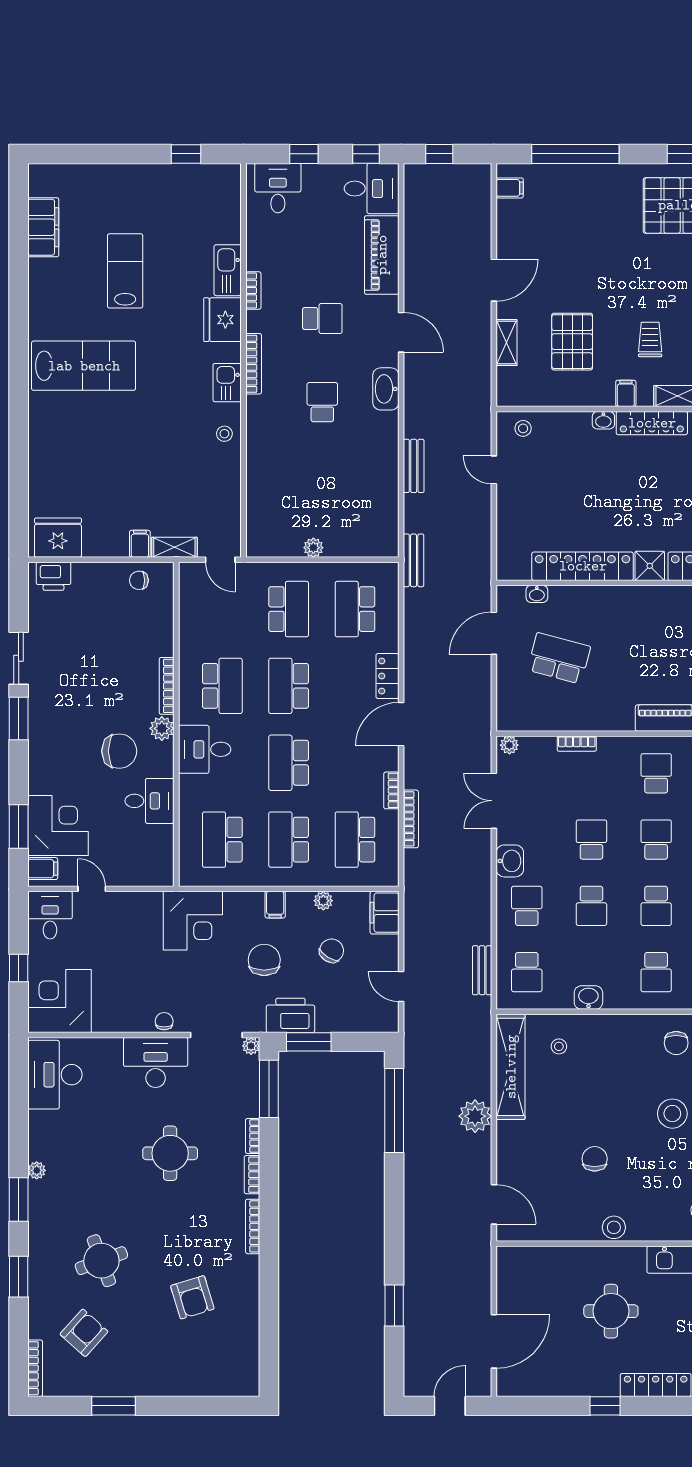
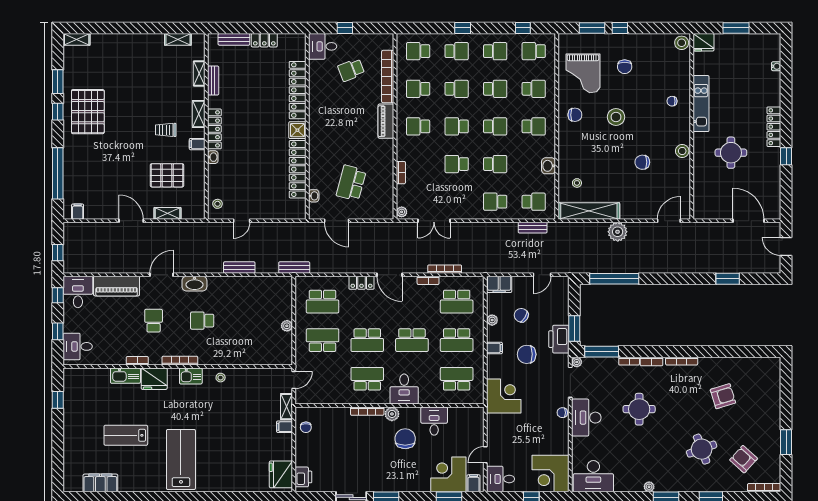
school desk: (222, 840) -> (457, 379), turned 180
washbasin: (510, 861) -> (469, 212), removed

